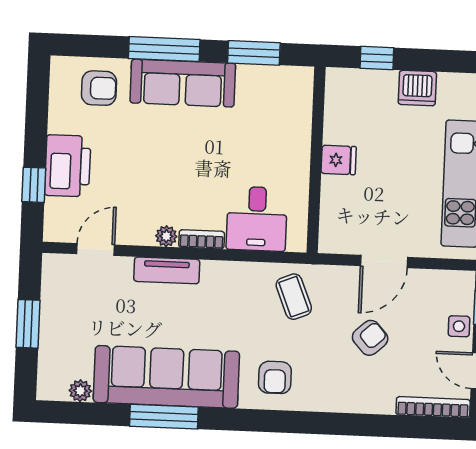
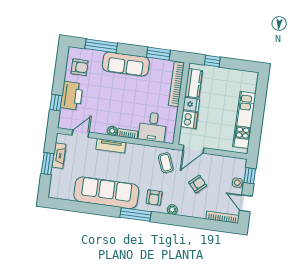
window: (164, 49) -> (101, 46), moved
armchair: (99, 88) -> (80, 67), moved
dishwasher: (417, 88) -> (189, 120), moved, turned -90
kitchen counter: (339, 112) -> (194, 83), added
bookcase: (301, 118) -> (176, 84), added
door: (384, 262) -> (193, 149), moved
fireplace: (52, 303) -> (59, 156), added
plant: (80, 391) -> (172, 210), moved
window: (164, 417) -> (135, 214), moved

